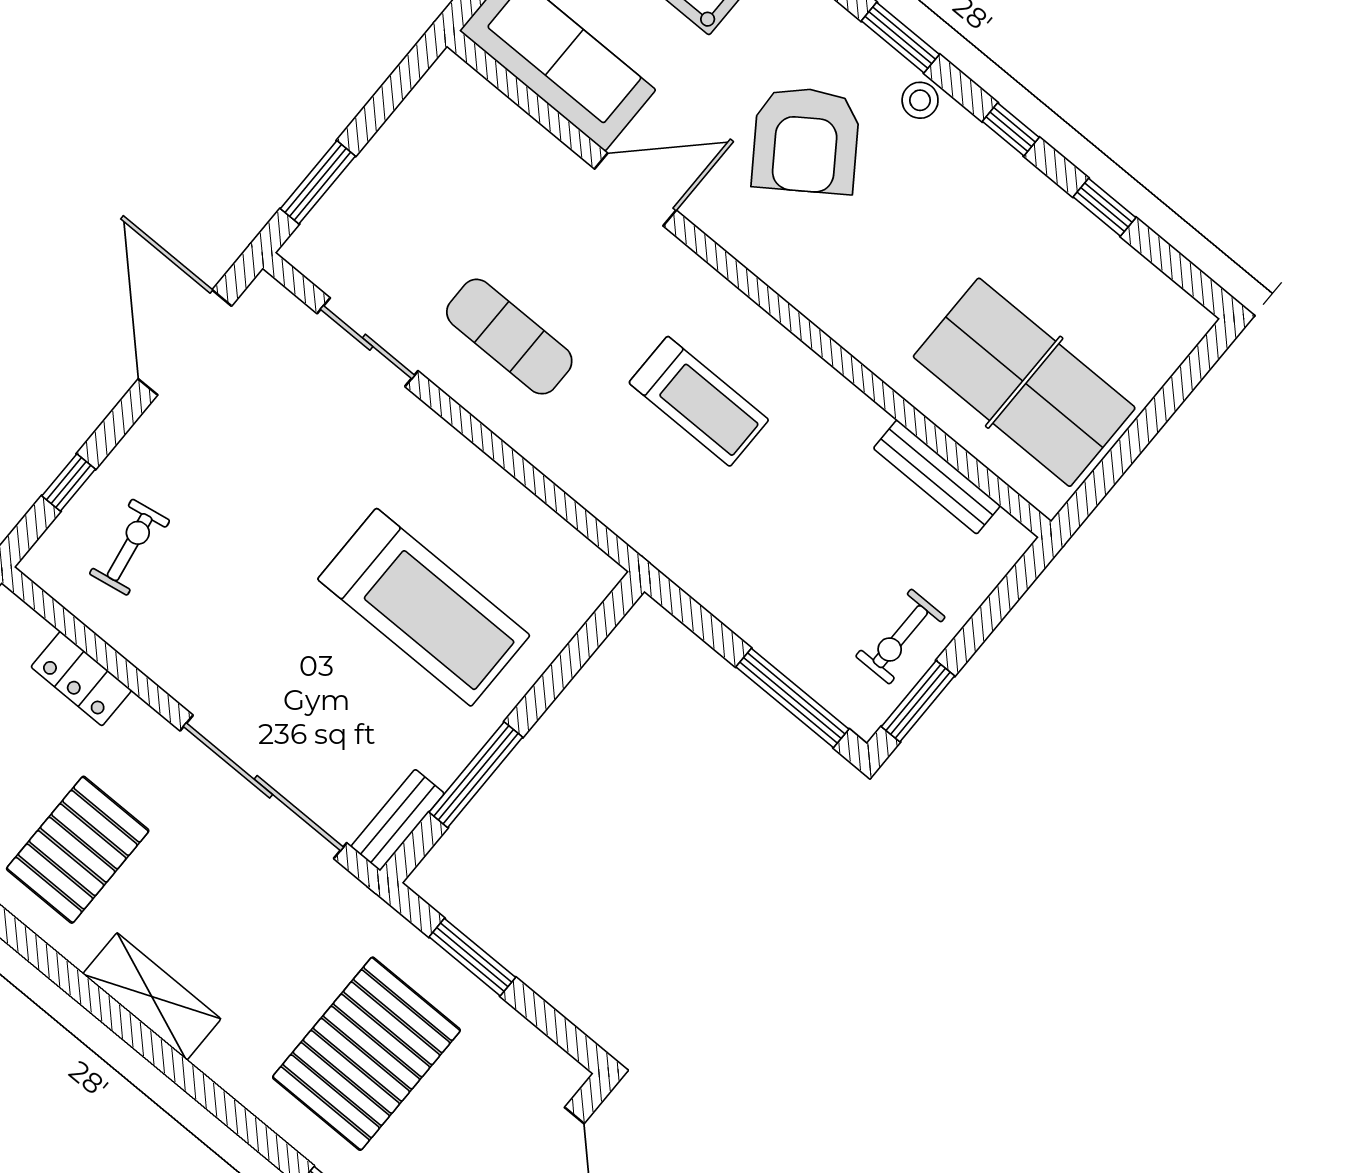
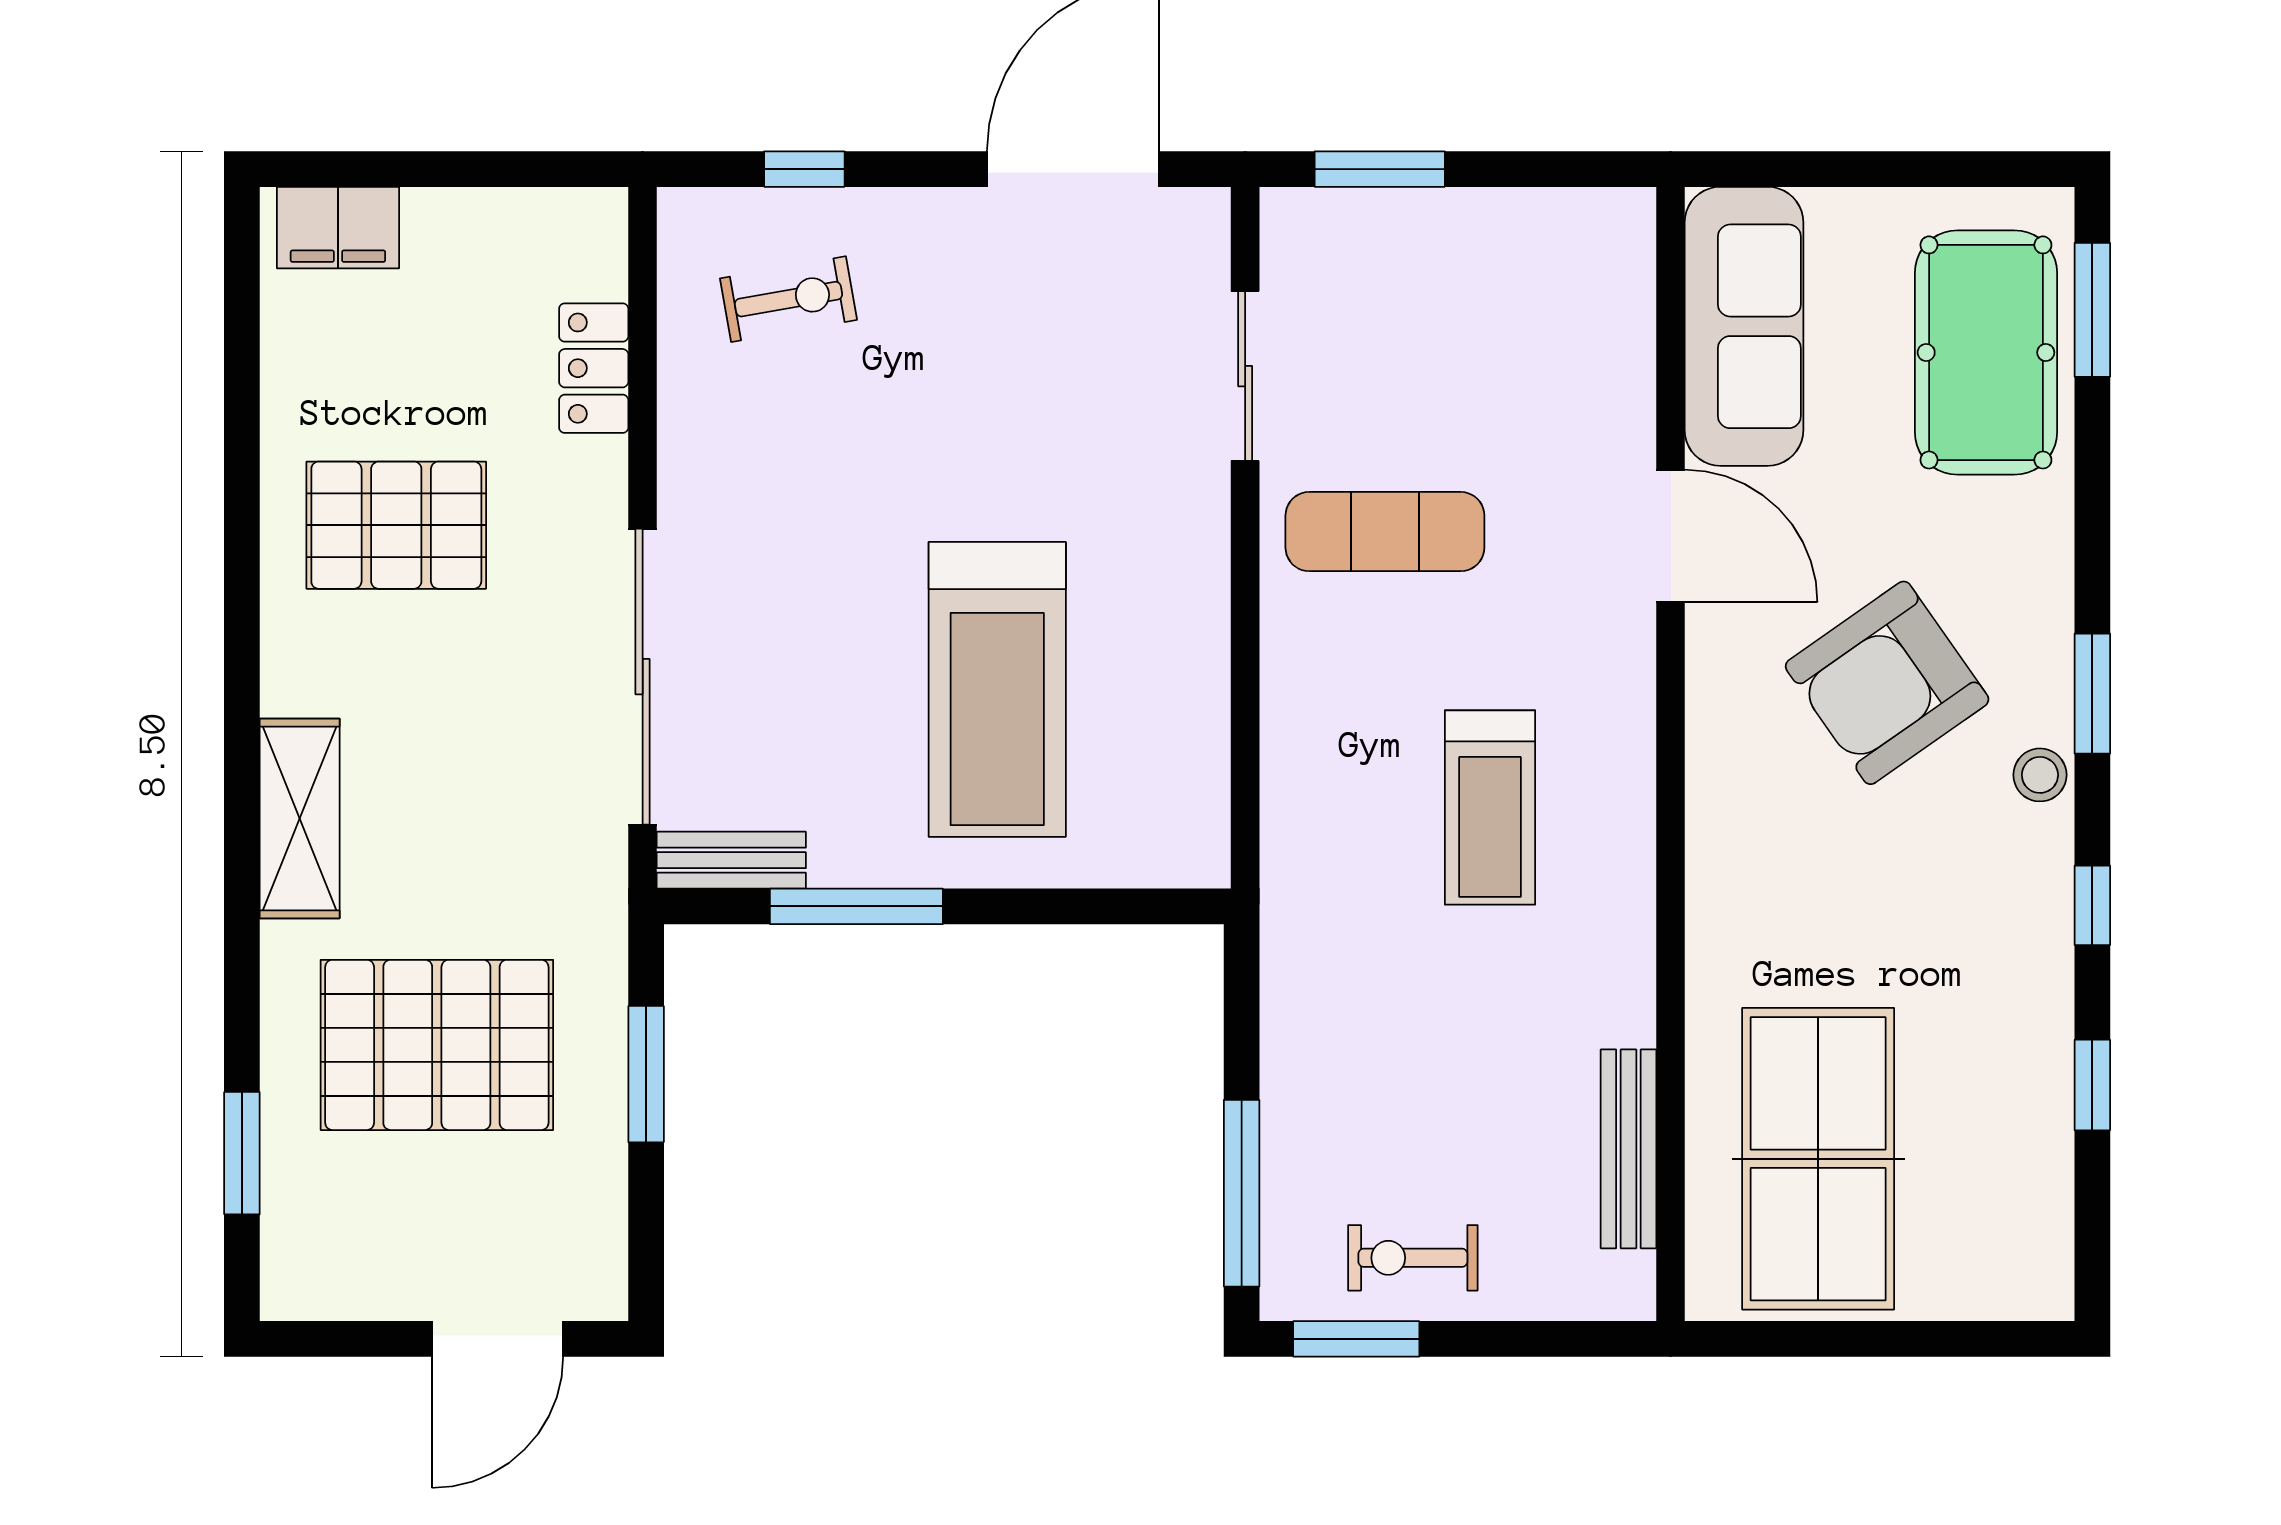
exercise mat: (509, 337) -> (1385, 532), turned 90
shelving: (152, 996) -> (300, 818), moved

